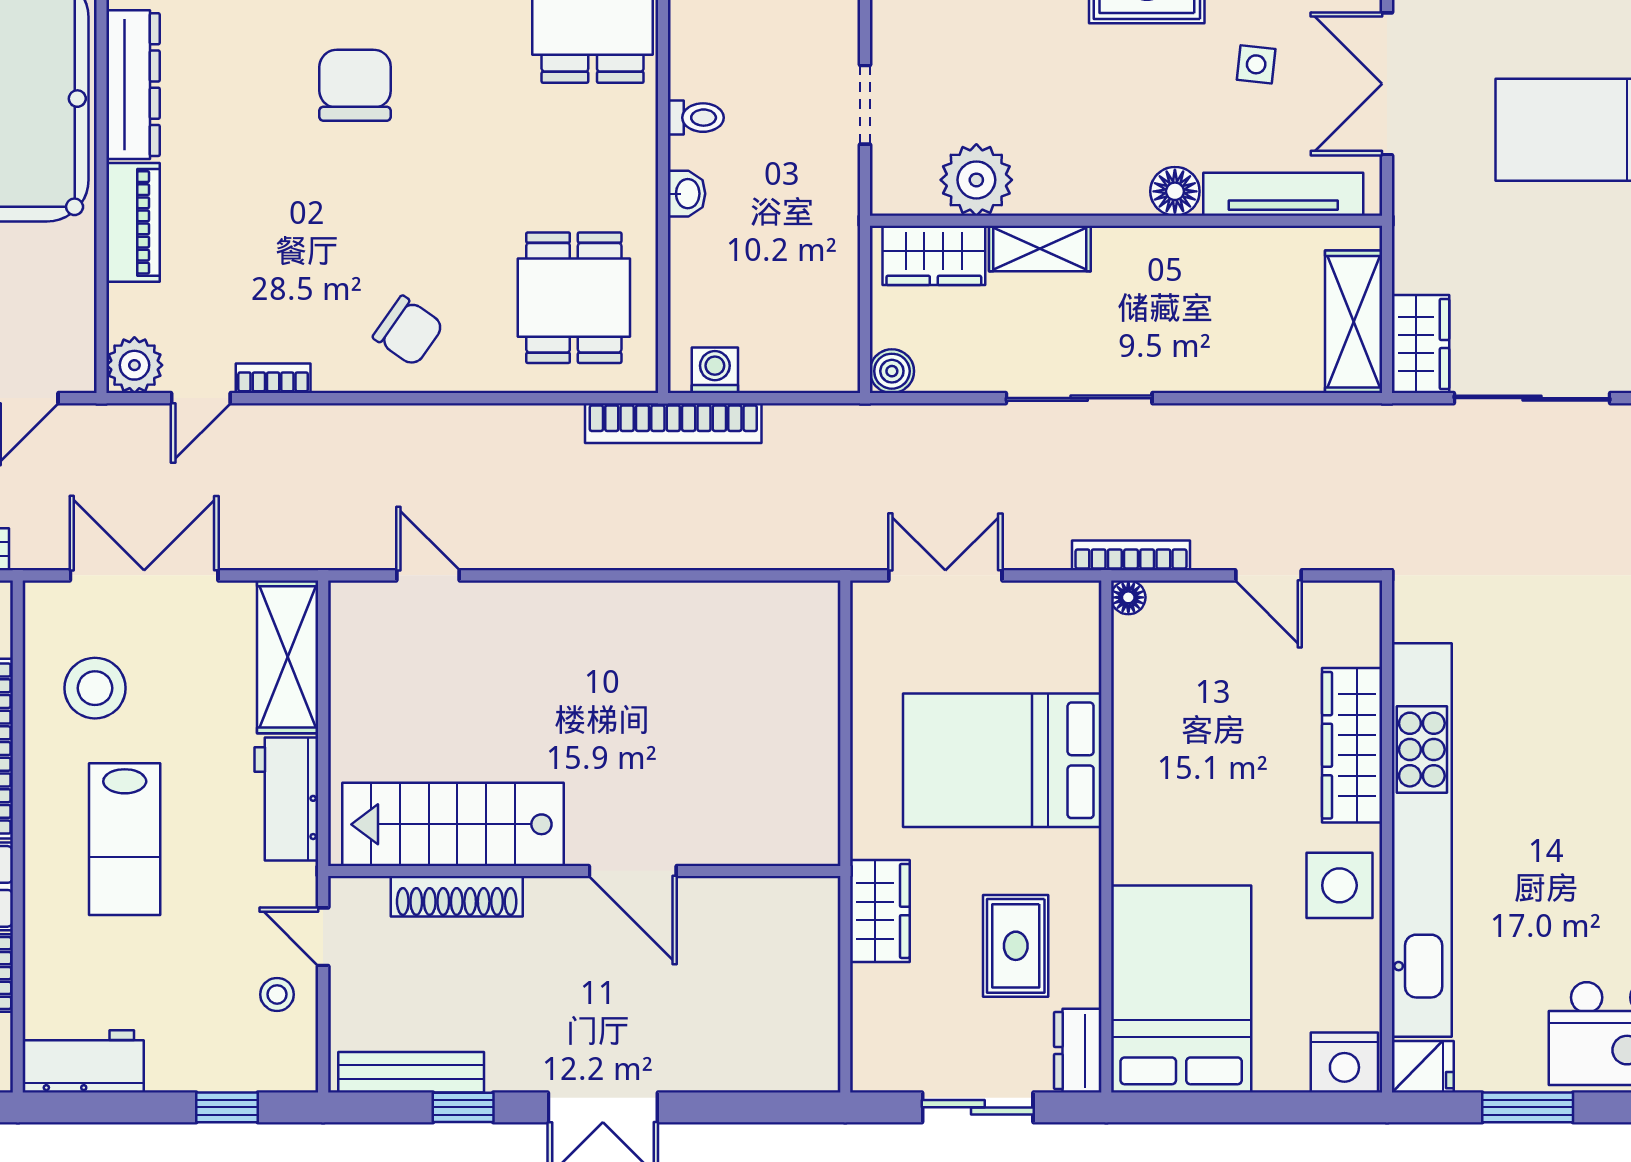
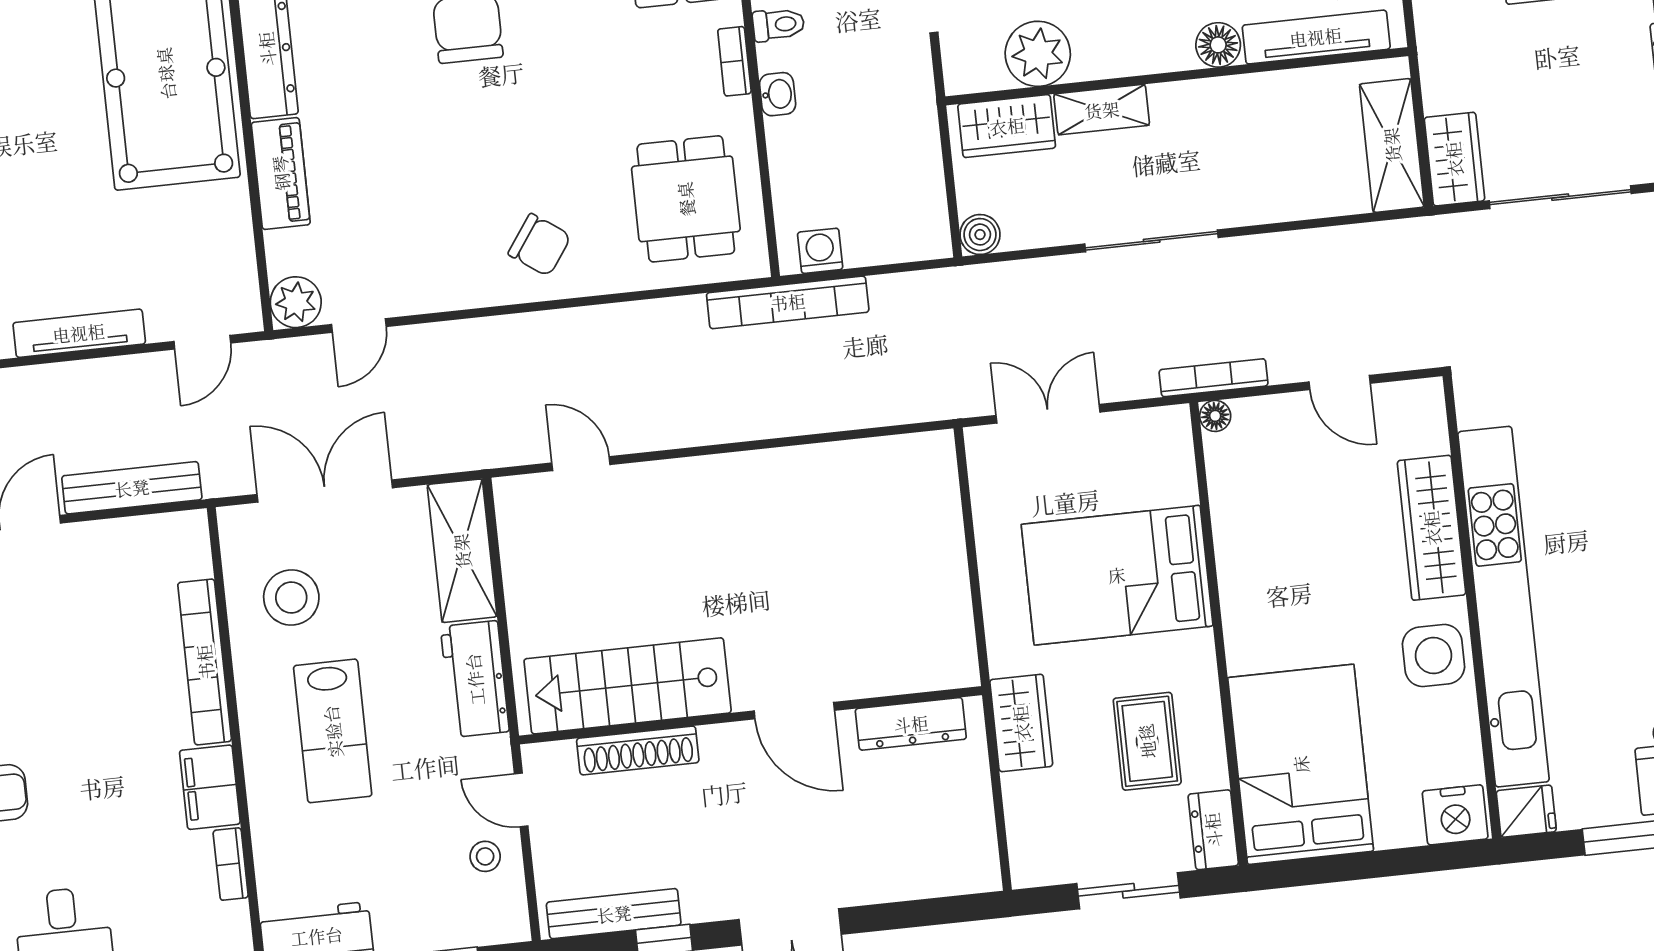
bookcase: (273, 378) -> (734, 61), moved, turned -90
dresser: (759, 899) -> (911, 724), added

